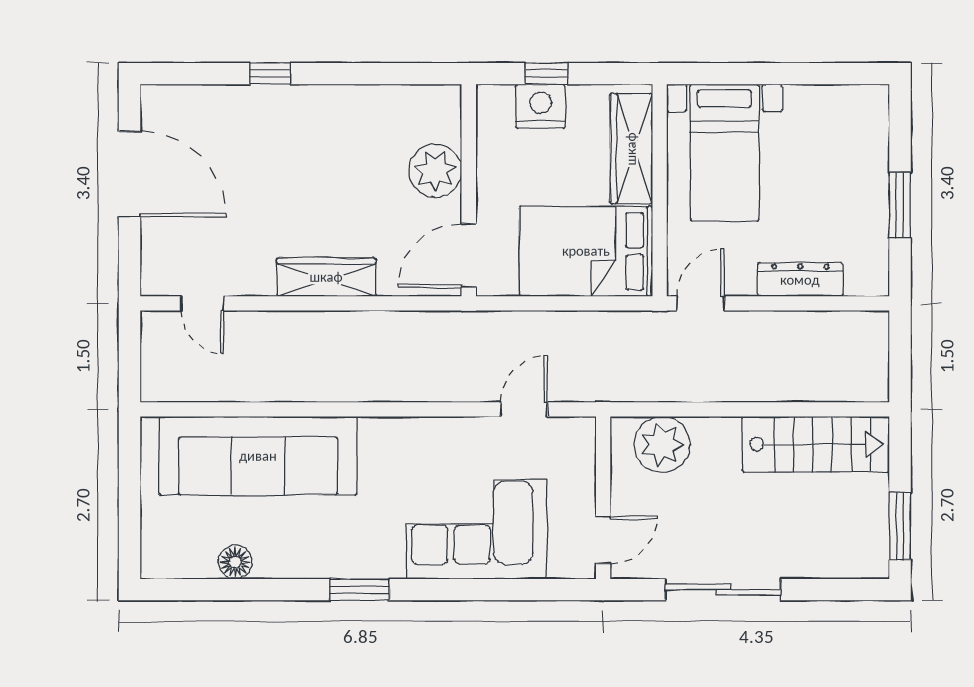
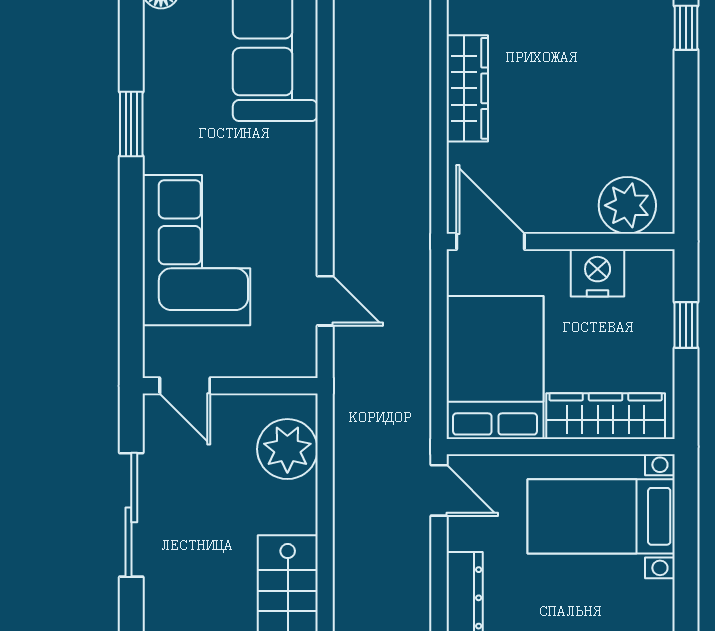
nightstand: (540, 106) -> (598, 273), moved, turned -90
plant: (435, 171) -> (627, 205), moved

